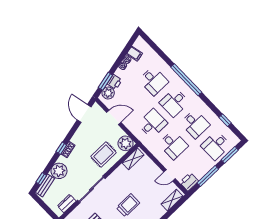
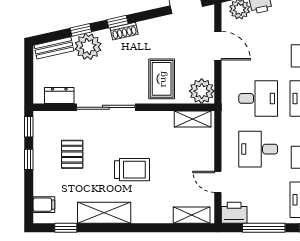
desk: (173, 145) -> (258, 149), turned 90
rug: (103, 155) -> (162, 79), turned 90
window: (41, 179) -> (81, 30), moved

